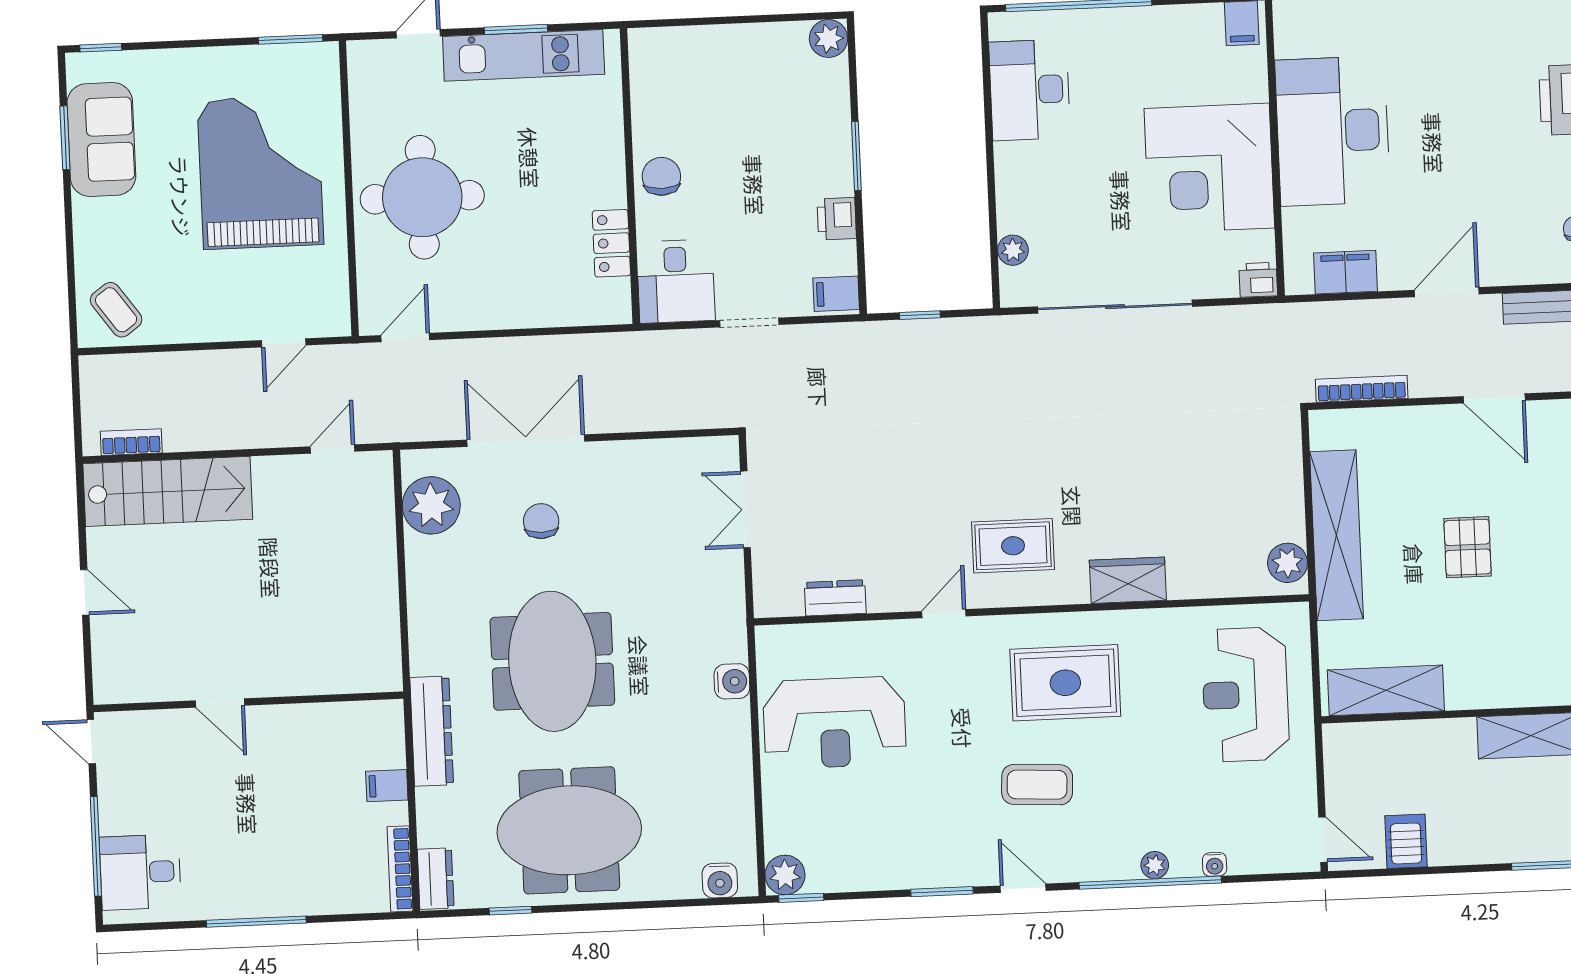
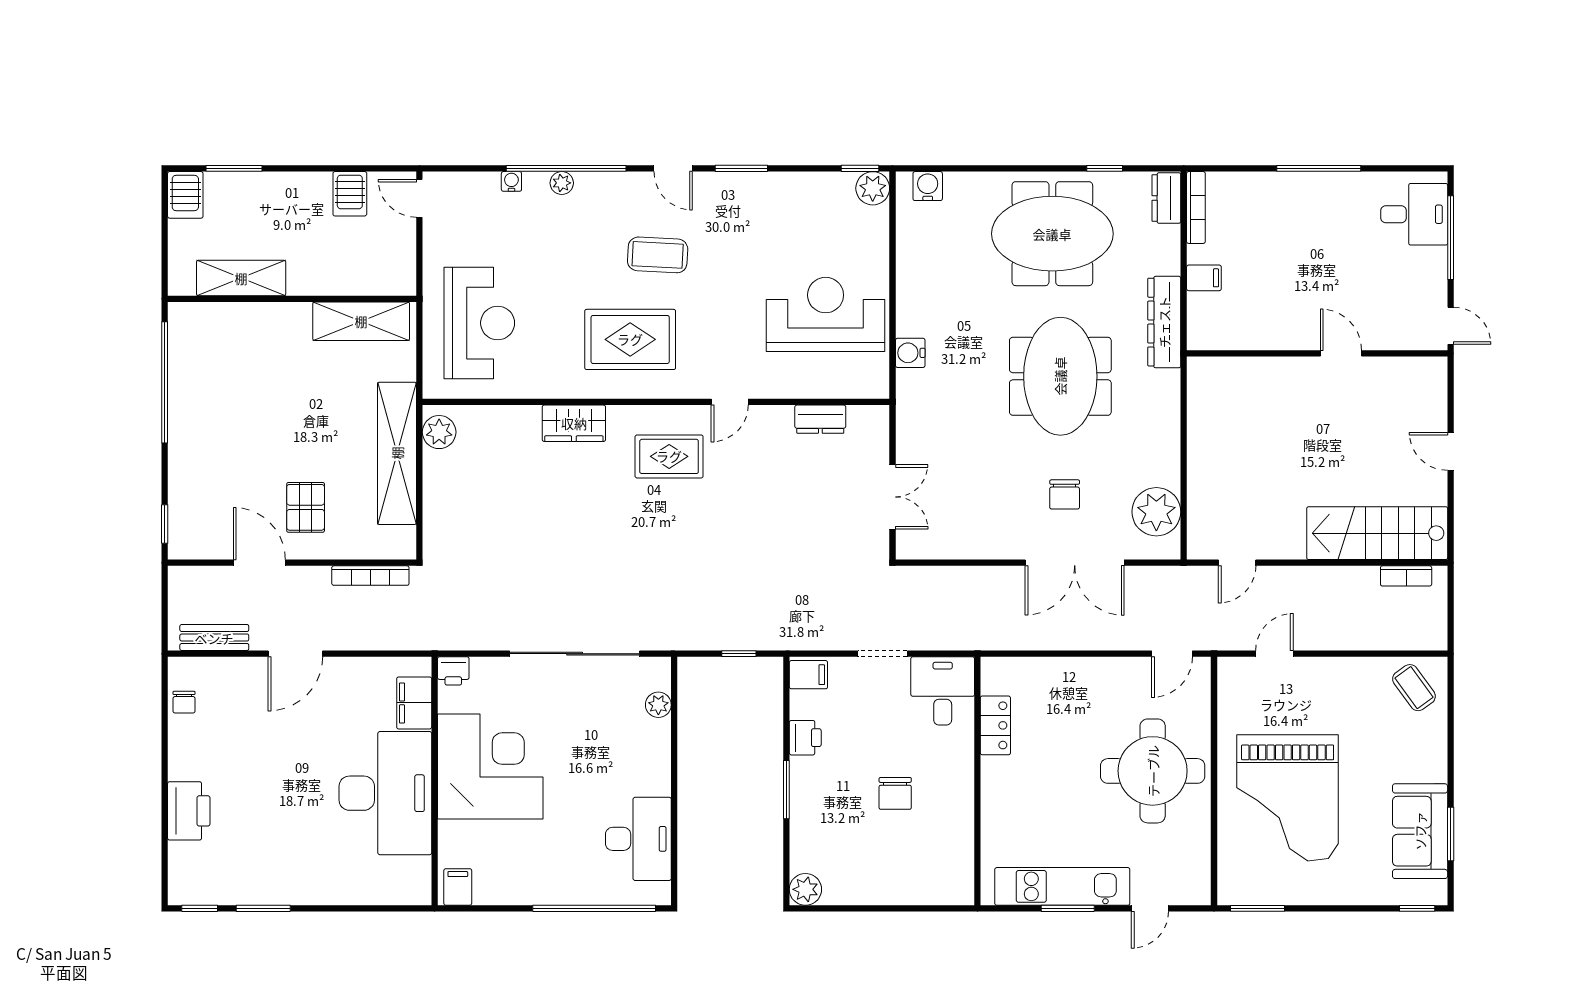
chair: (661, 176) -> (895, 793), moved
filing cabinet: (1346, 272) -> (414, 703), moved, turned 90
pallet: (1468, 547) -> (306, 507), moved

